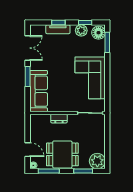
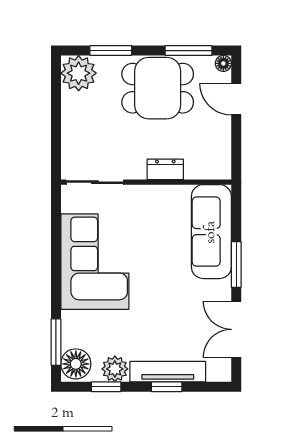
tv unit: (58, 29) -> (168, 372), width x1.41

